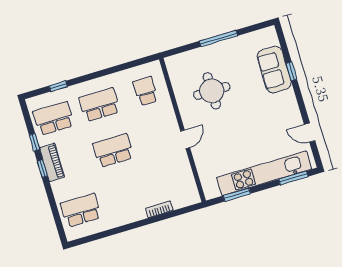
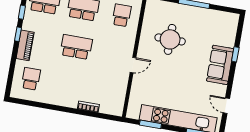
sofa: (274, 70) -> (220, 65), moved
piano: (52, 162) -> (25, 45), moved
school desk: (81, 210) -> (31, 79), width x0.54

